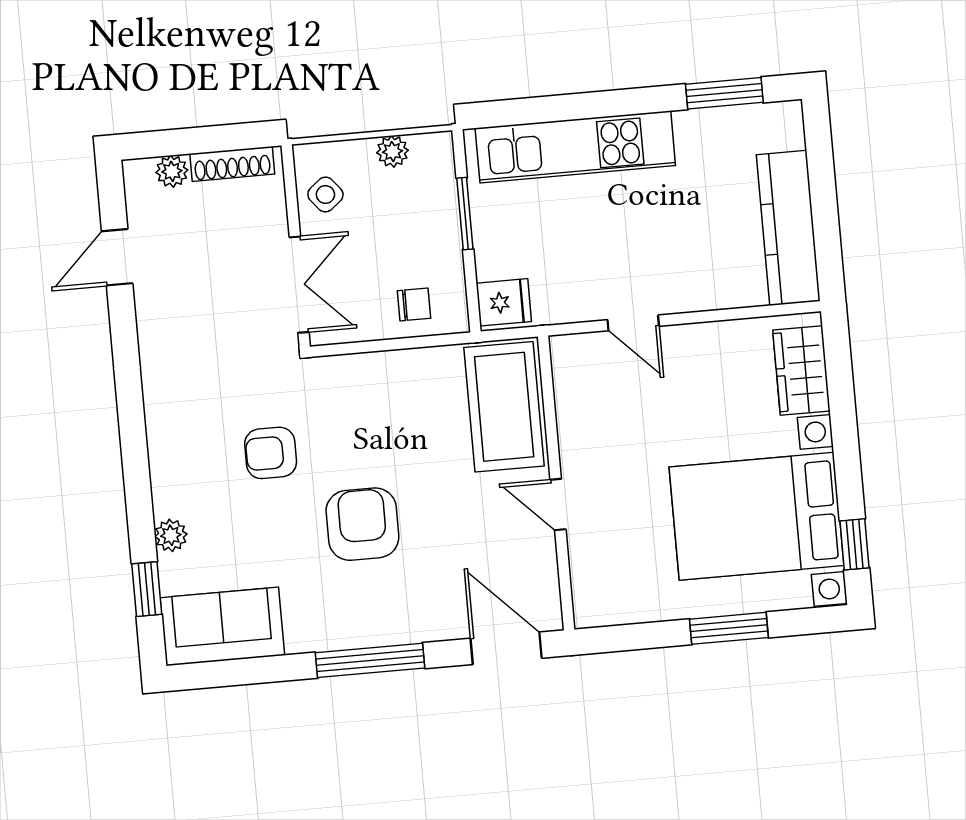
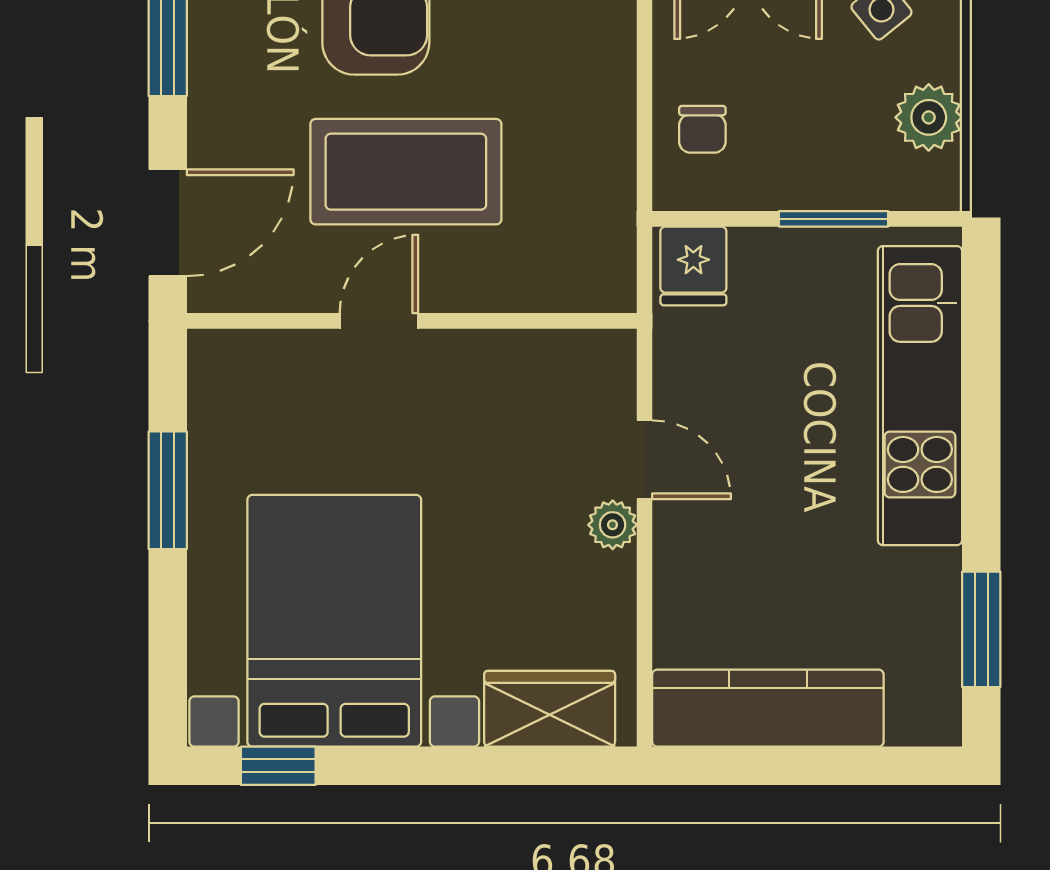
plant: (393, 151) -> (929, 117), width x1.38, depth x1.38
door: (633, 323) -> (645, 460), swing flipped
plant: (678, 340) -> (613, 525), added
coffee table: (504, 407) -> (406, 172), moved
window: (729, 628) -> (168, 490), moved

